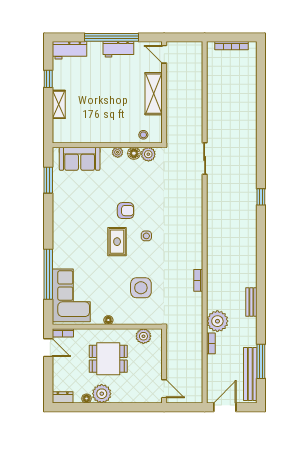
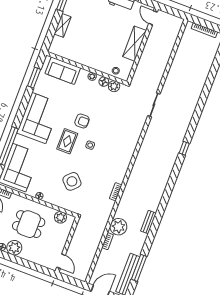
corner sofa: (72, 227) -> (39, 118), added
side table: (141, 288) -> (72, 181), turned 45

